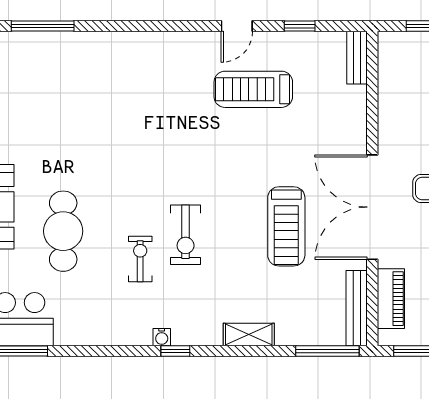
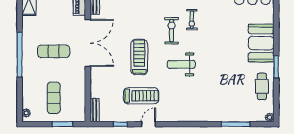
weight bench: (164, 159) -> (181, 64), added
treadmill: (286, 226) -> (139, 57), moved
cafe table: (63, 231) -> (226, 32), removed

